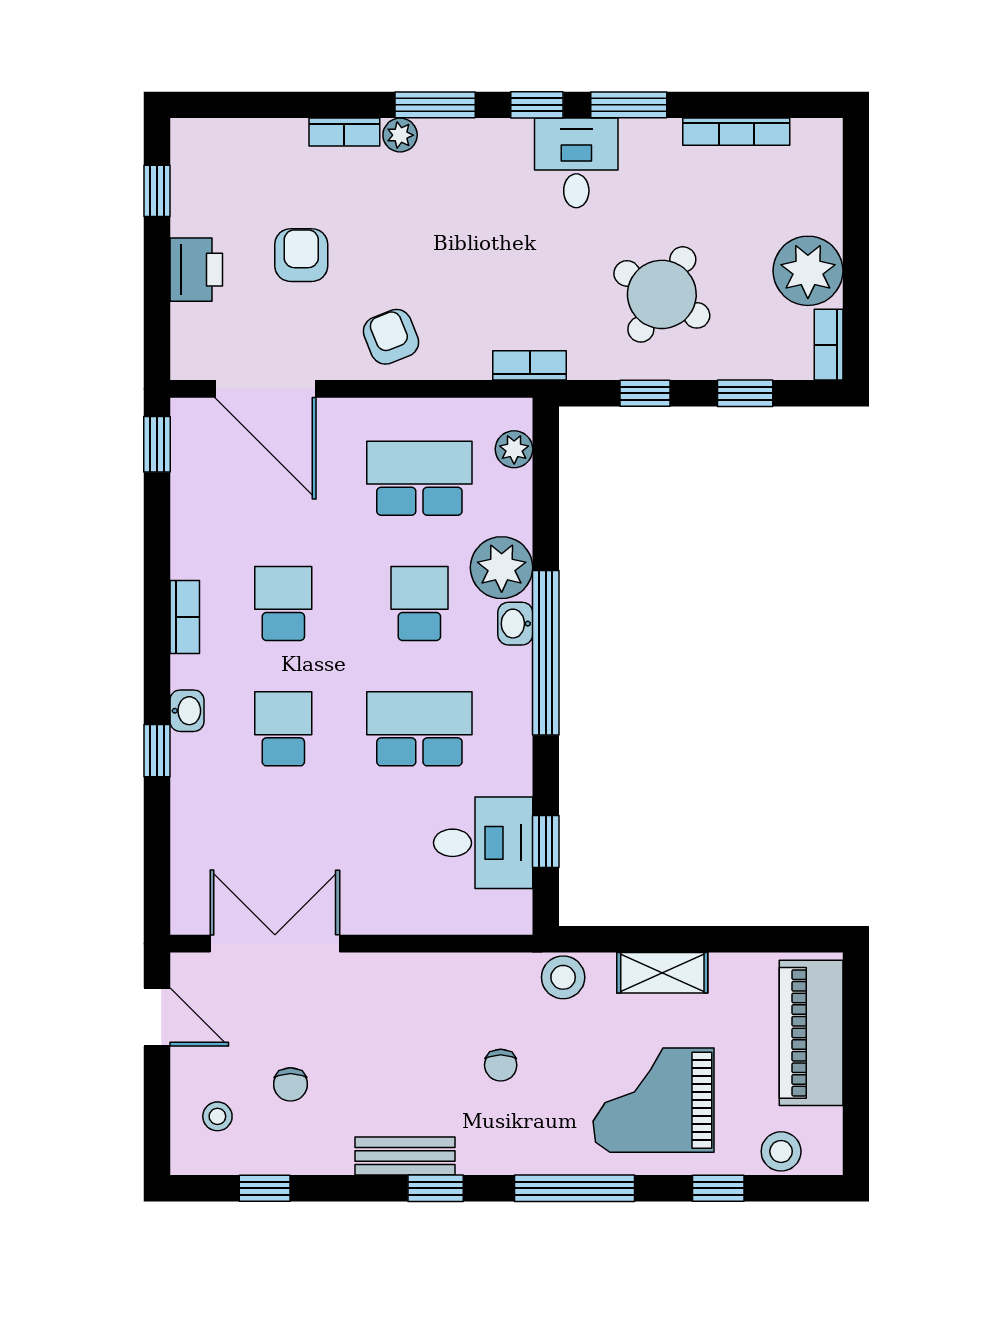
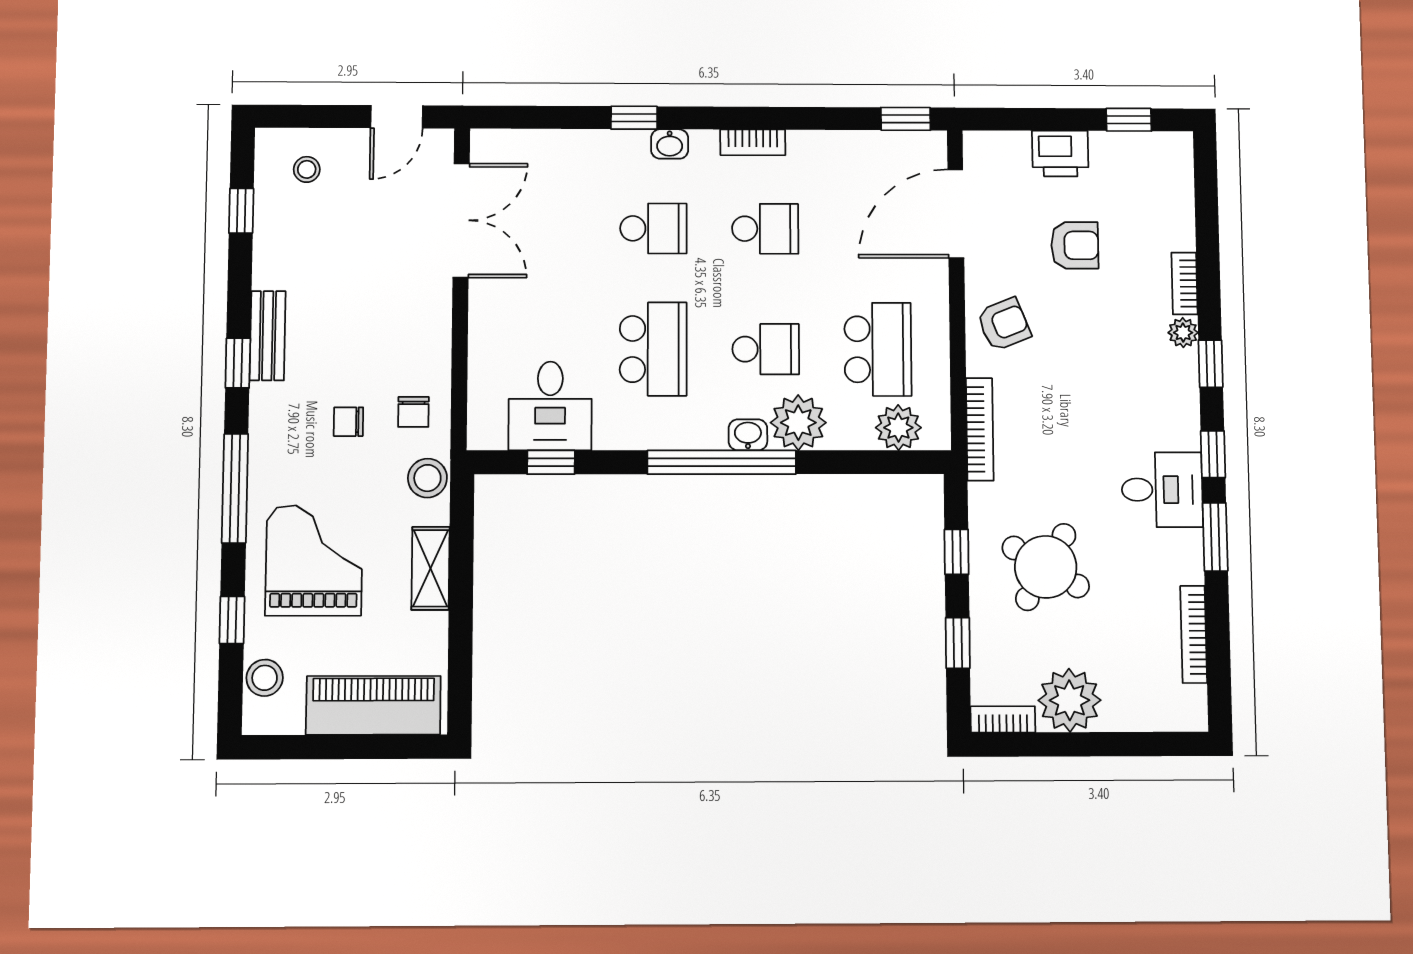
window: (435, 105) -> (1211, 364), width x0.67
bookcase: (530, 365) -> (980, 429), width x1.56
plant: (514, 449) -> (898, 428), width x1.38, depth x1.38
chair: (290, 1084) -> (413, 412), moved, turned -90

